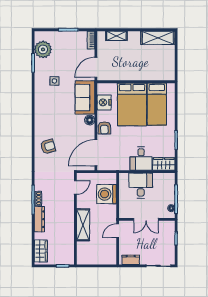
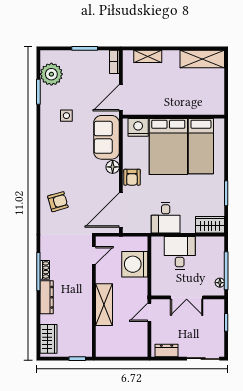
nightstand: (104, 102) -> (138, 127), moved, turned 90
desk: (141, 159) -> (166, 218), moved

